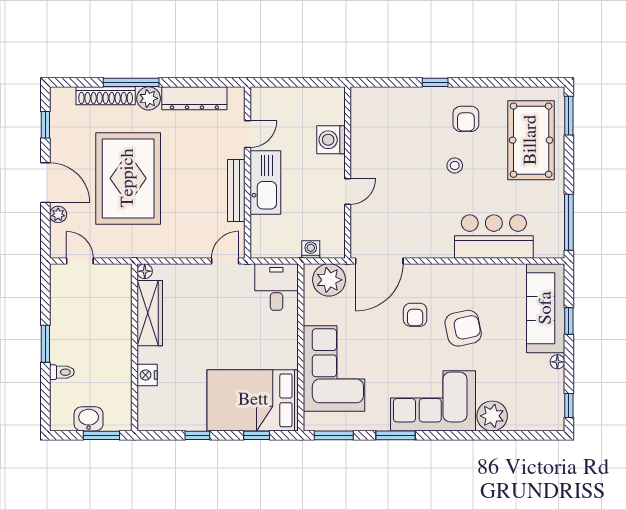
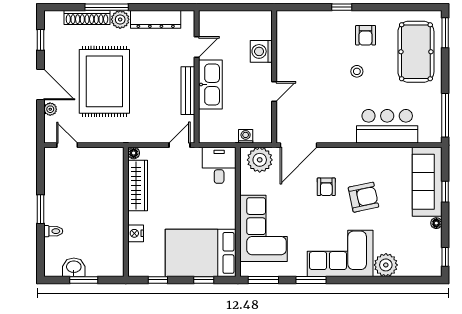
floor lamp: (145, 271) -> (134, 153), moved
wardrobe: (150, 313) -> (138, 185), moved
wall: (135, 347) -> (126, 212), moved
nightstand: (147, 375) -> (136, 233), moved

